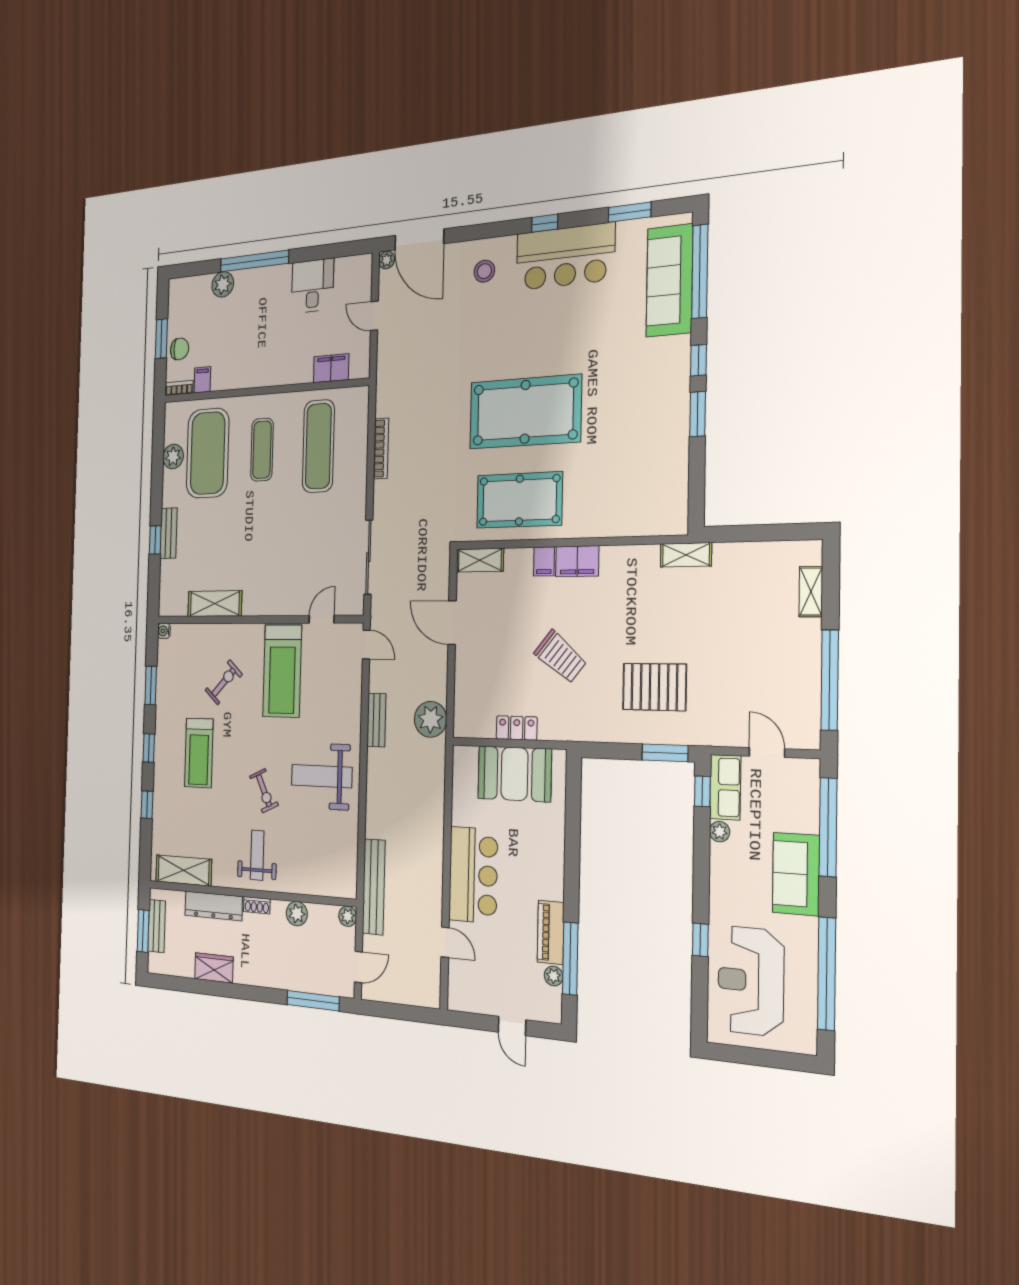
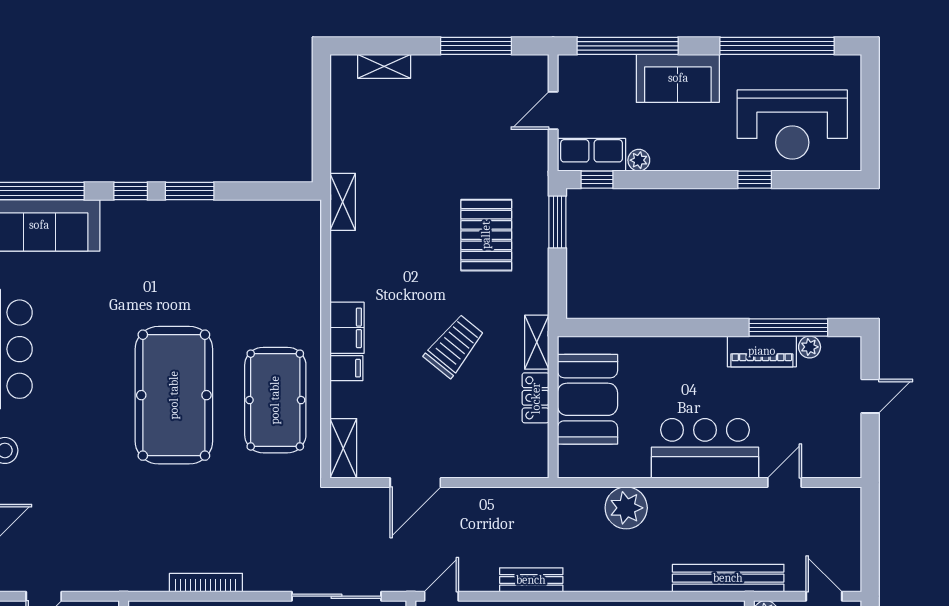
window: (830, 680) -> (476, 46), width x0.68
plant: (430, 719) -> (626, 508), moved
shelving: (562, 730) -> (537, 342), added

